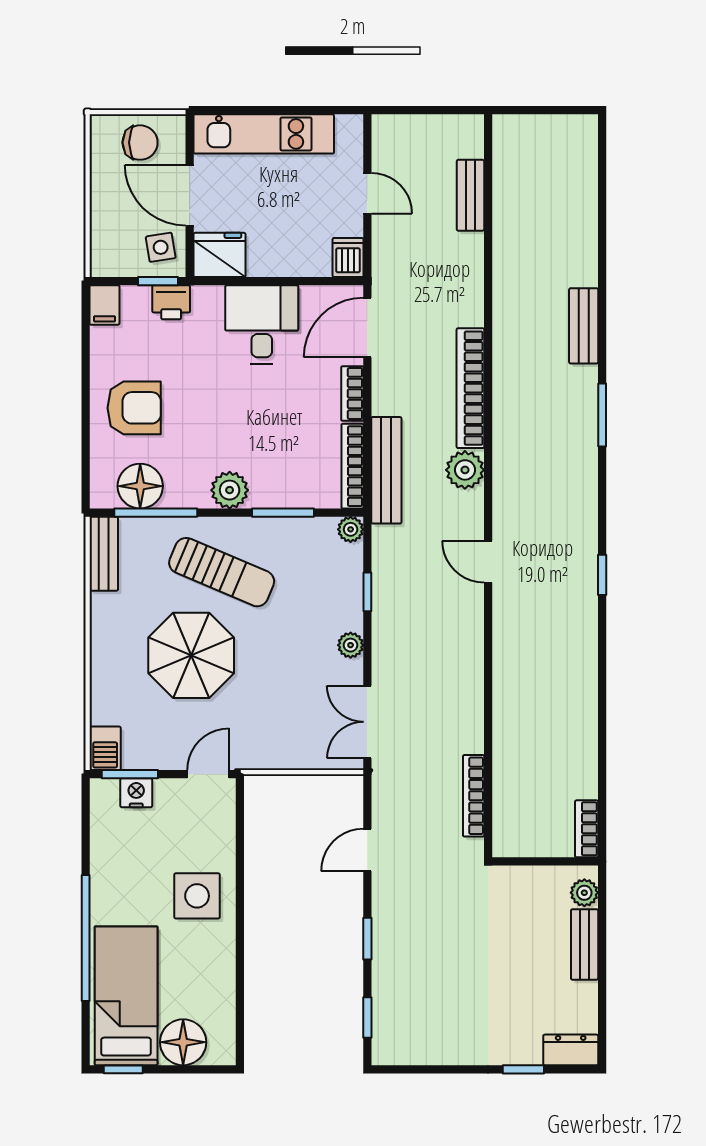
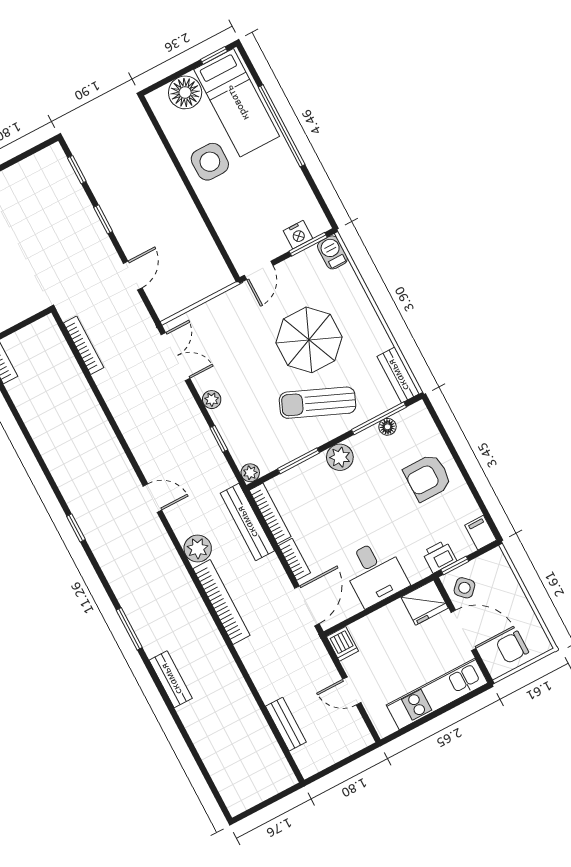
side table: (161, 247) -> (464, 588), turned -37
floor lamp: (140, 486) -> (387, 427), width x0.53, depth x0.53
side table: (197, 896) -> (210, 162), moved

